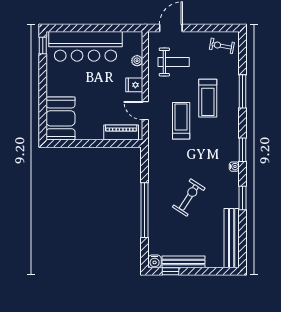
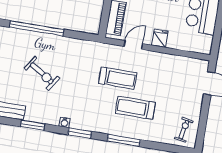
plant: (137, 61) -> (183, 45), removed
weight bench: (174, 62) -> (176, 80), removed
window: (242, 91) -> (124, 140), moved

